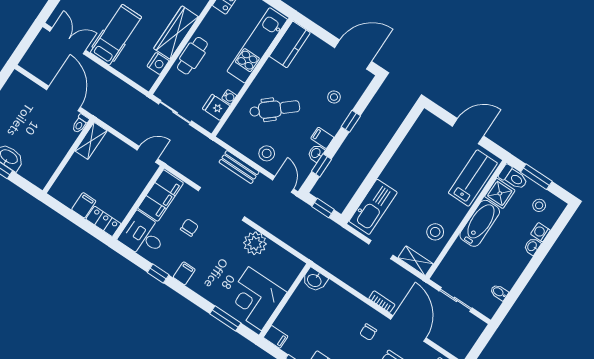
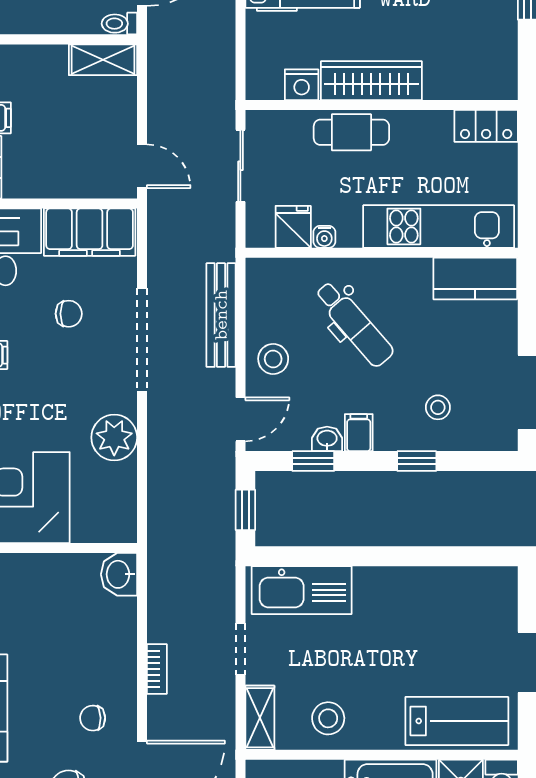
bench: (239, 167) -> (221, 315), width x1.36
bookcase: (382, 302) -> (157, 669), moved

